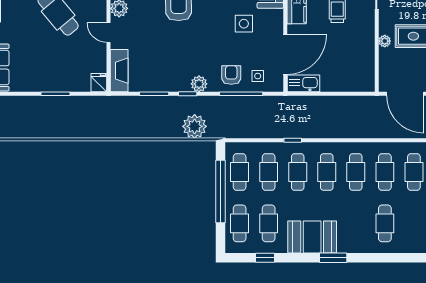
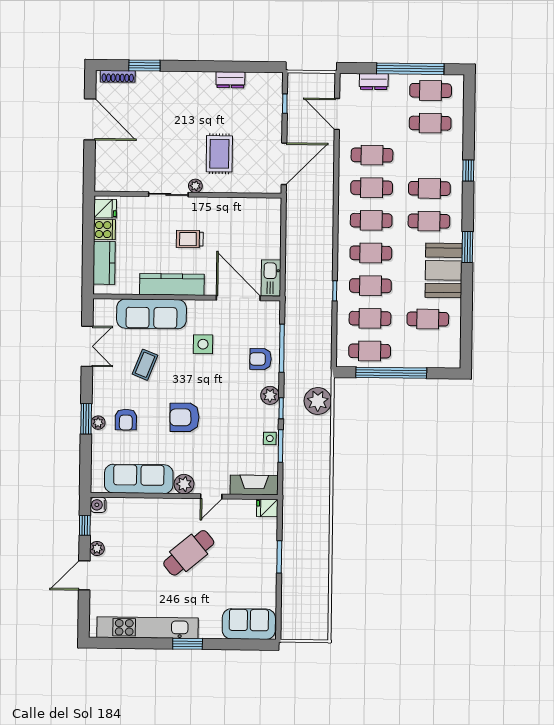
plant: (385, 41) -> (195, 186), moved
side table: (258, 76) -> (270, 438), moved
cafe table: (240, 223) -> (429, 221), moved
window: (265, 258) -> (468, 171), moved

